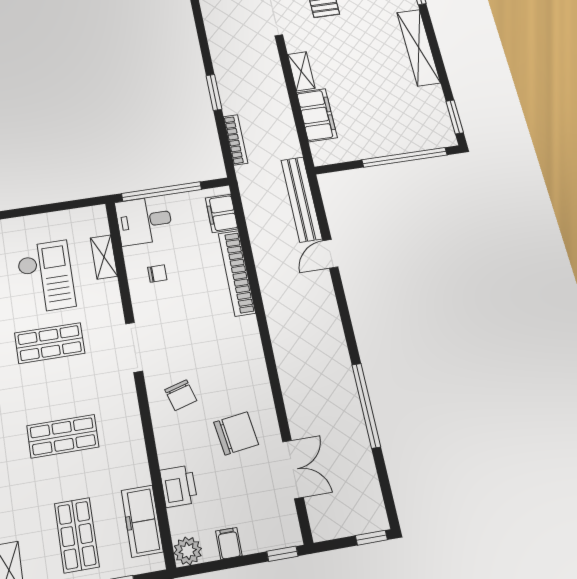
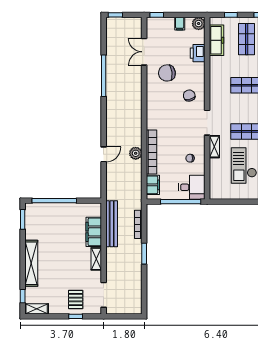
bench: (301, 199) -> (112, 224), moved
shelving: (104, 257) -> (214, 147), moved
plant: (268, 266) -> (136, 153), added

